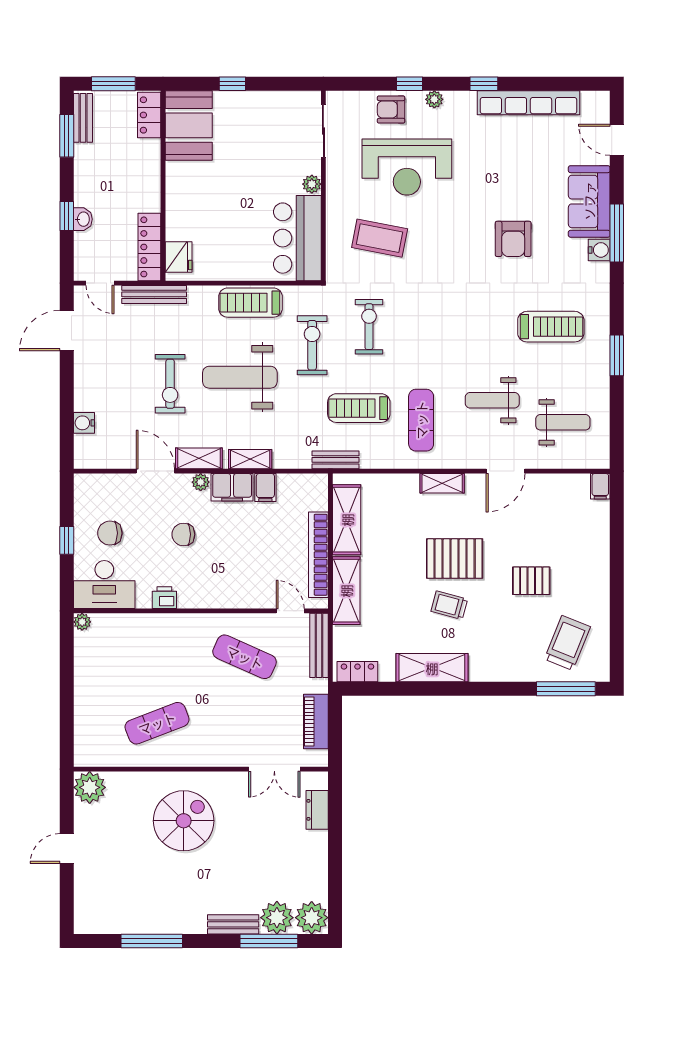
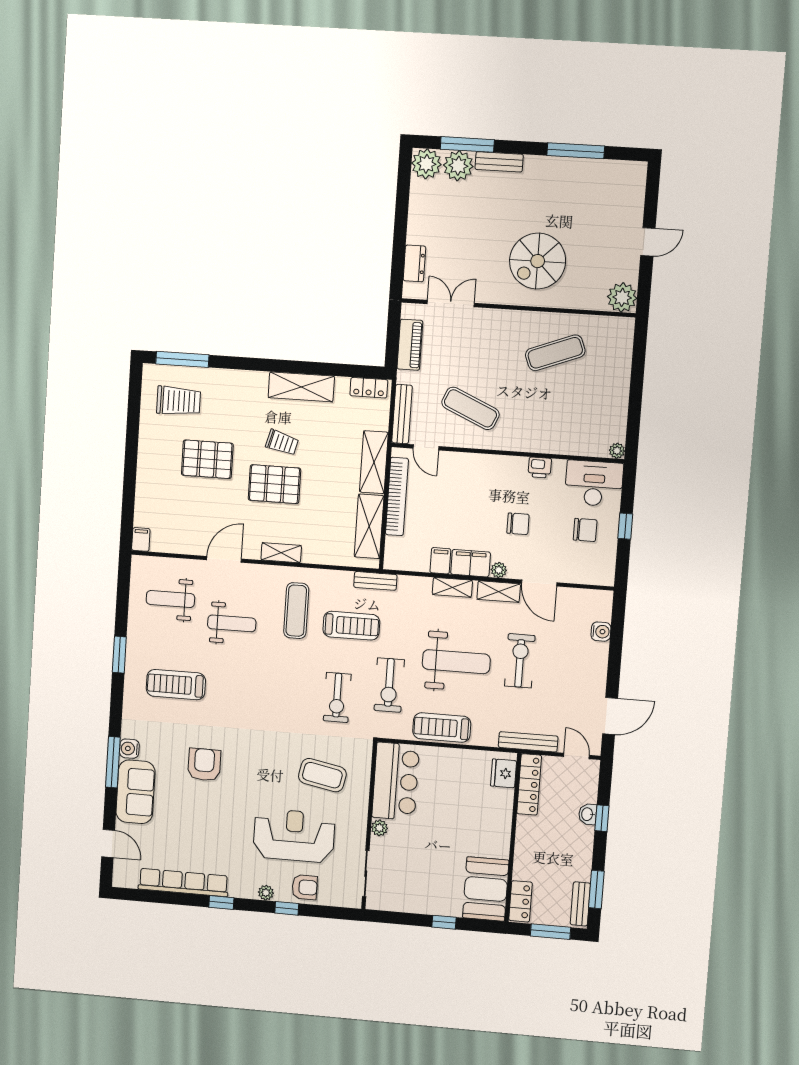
treadmill: (251, 303) -> (442, 727), turned 180
pallet: (531, 581) -> (207, 459), width x1.50, depth x1.42
trolley: (567, 643) -> (179, 401), turned -112

